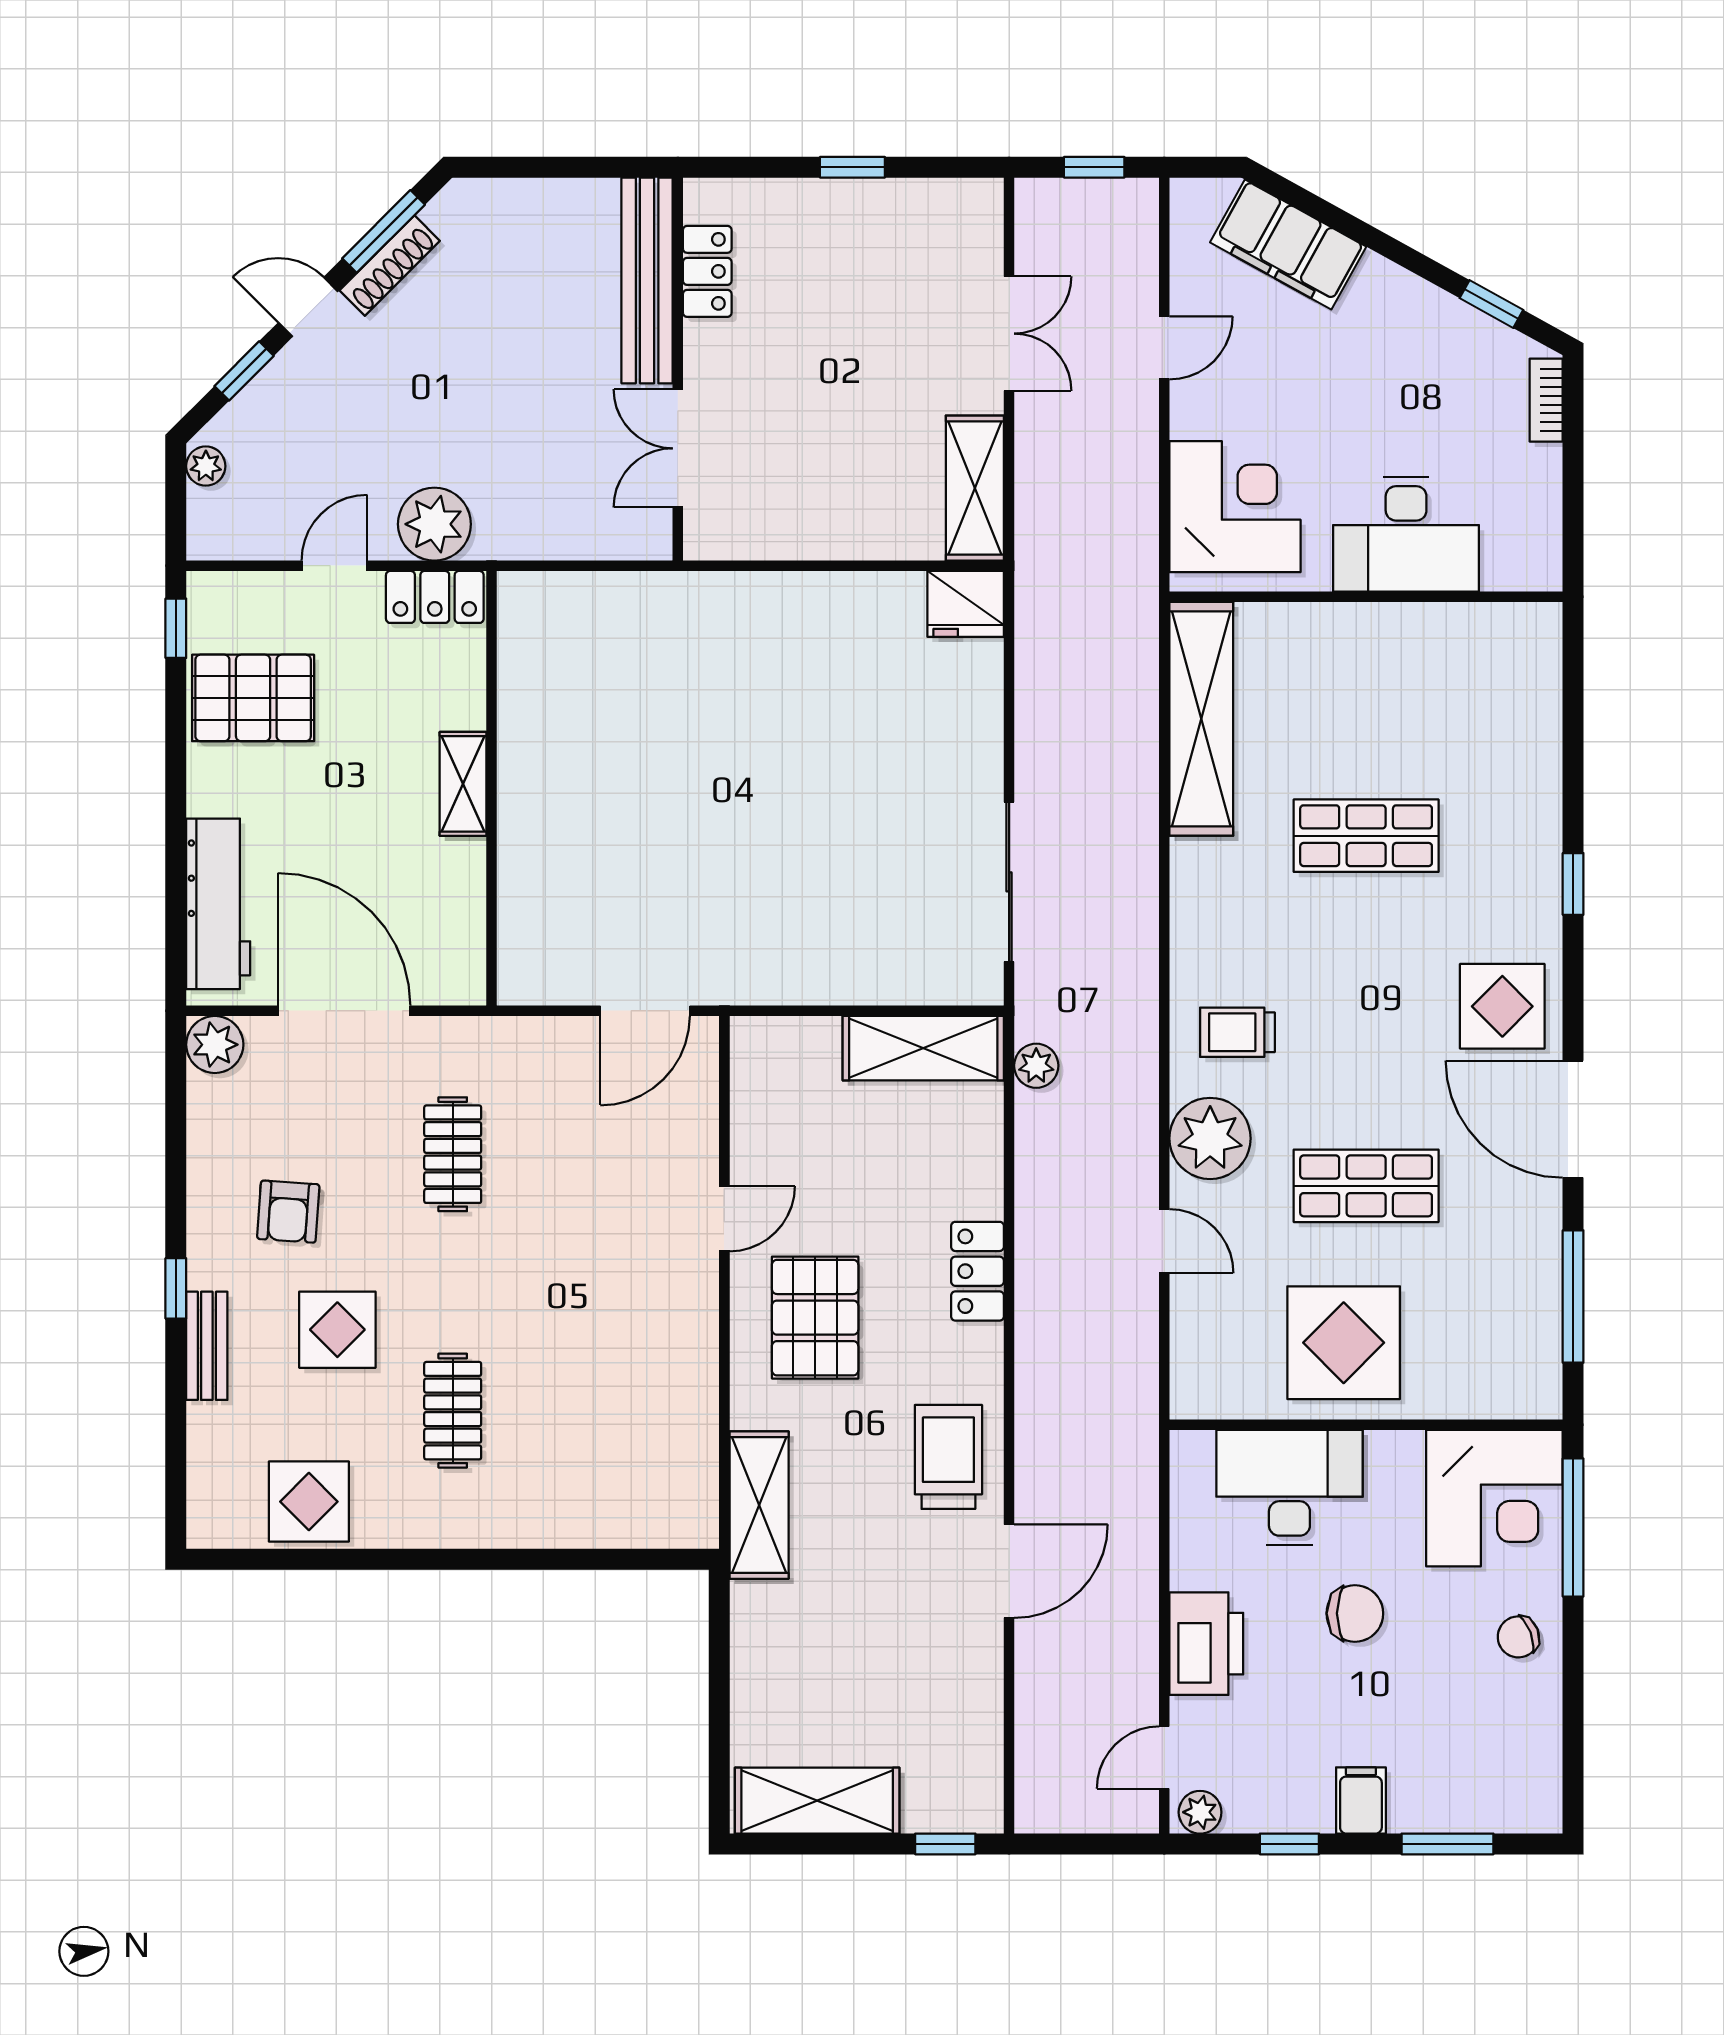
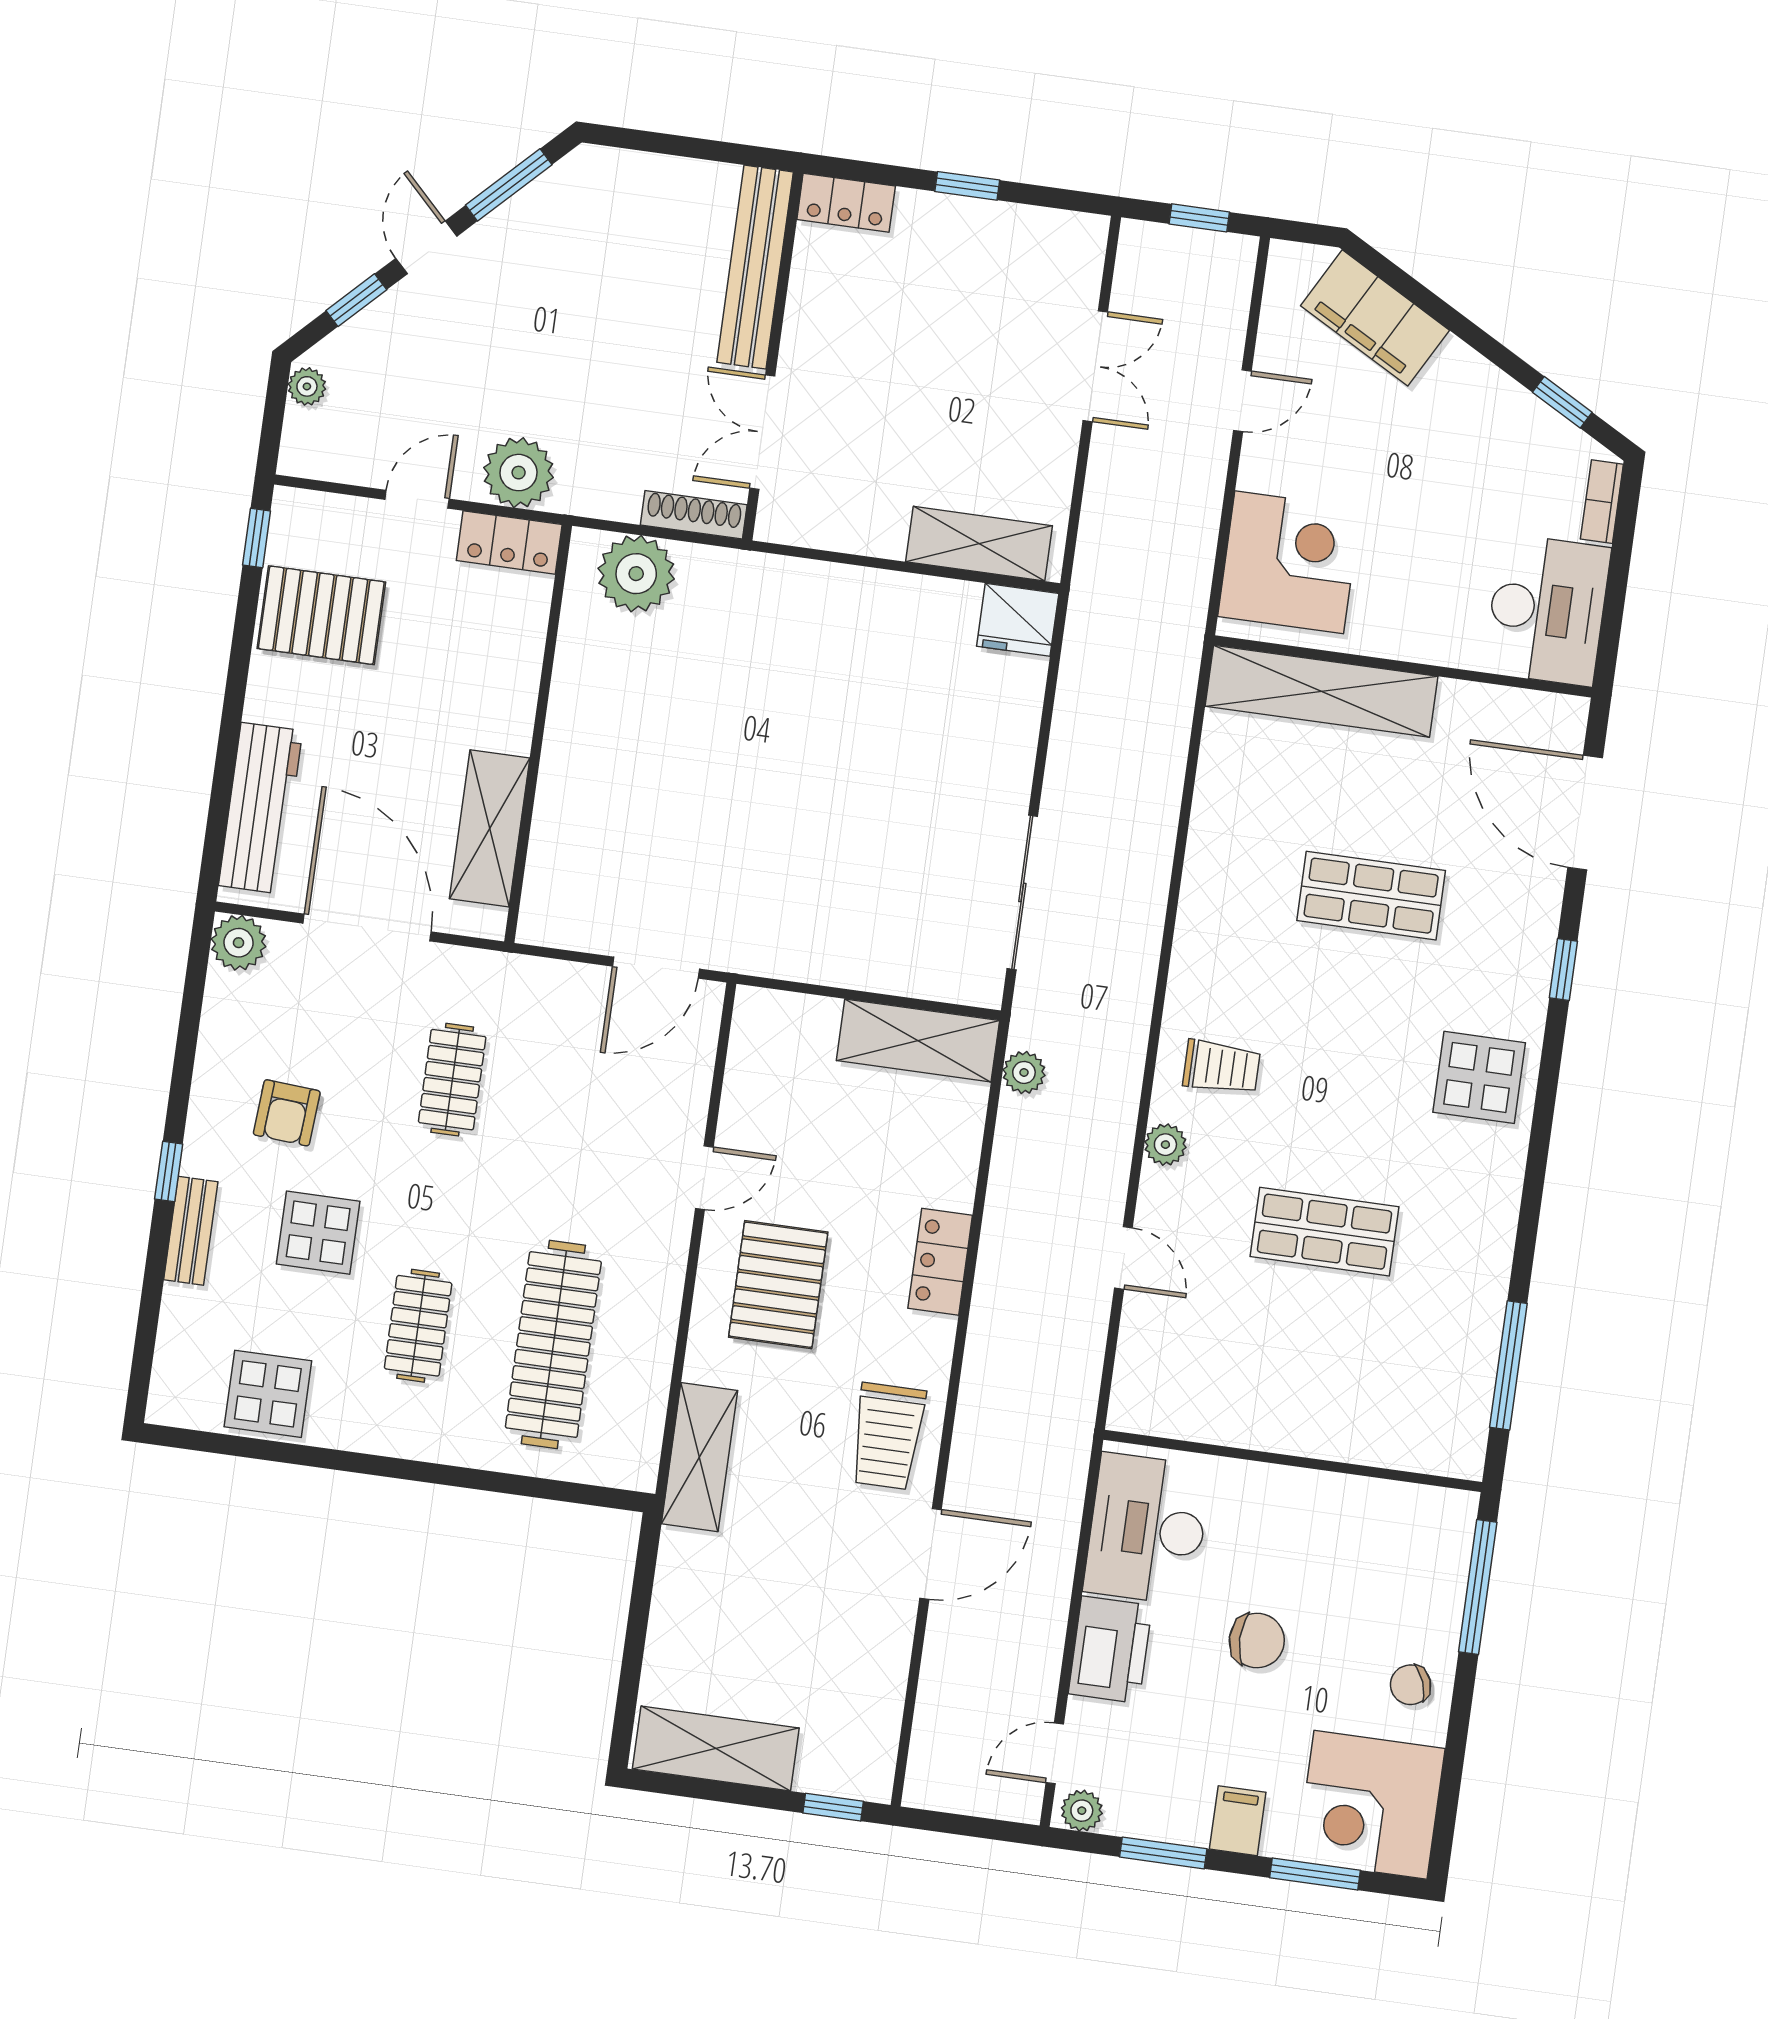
shoe rack: (390, 266) -> (694, 515), moved, turned -135
locker: (707, 271) -> (846, 203), moved, turned 90
door: (308, 307) -> (426, 247), hinge flipped
shelving: (975, 488) -> (979, 544), moved, turned 90
desk: (1406, 534) -> (1547, 610), moved, turned -90
plant: (569, 611) -> (636, 574), added
shelving: (1201, 719) -> (1321, 691), moved, turned 90
shelving: (463, 784) -> (490, 828), moved, width x1.50, depth x1.33
trolley: (1237, 1032) -> (1221, 1067), turned 180
door: (1573, 1119) -> (1585, 813), moved
plant: (1210, 1138) -> (1165, 1145), width x0.53, depth x0.53
display table: (1344, 1343) -> (1282, 1379), removed
clothes rail: (594, 1411) -> (553, 1345), added
trolley: (948, 1457) -> (888, 1436), turned 180
desk: (1289, 1487) -> (1147, 1529), moved, turned -90
corner desk: (1494, 1498) -> (1371, 1805), moved, turned 90
window: (1289, 1844) -> (1163, 1853), width x1.50

